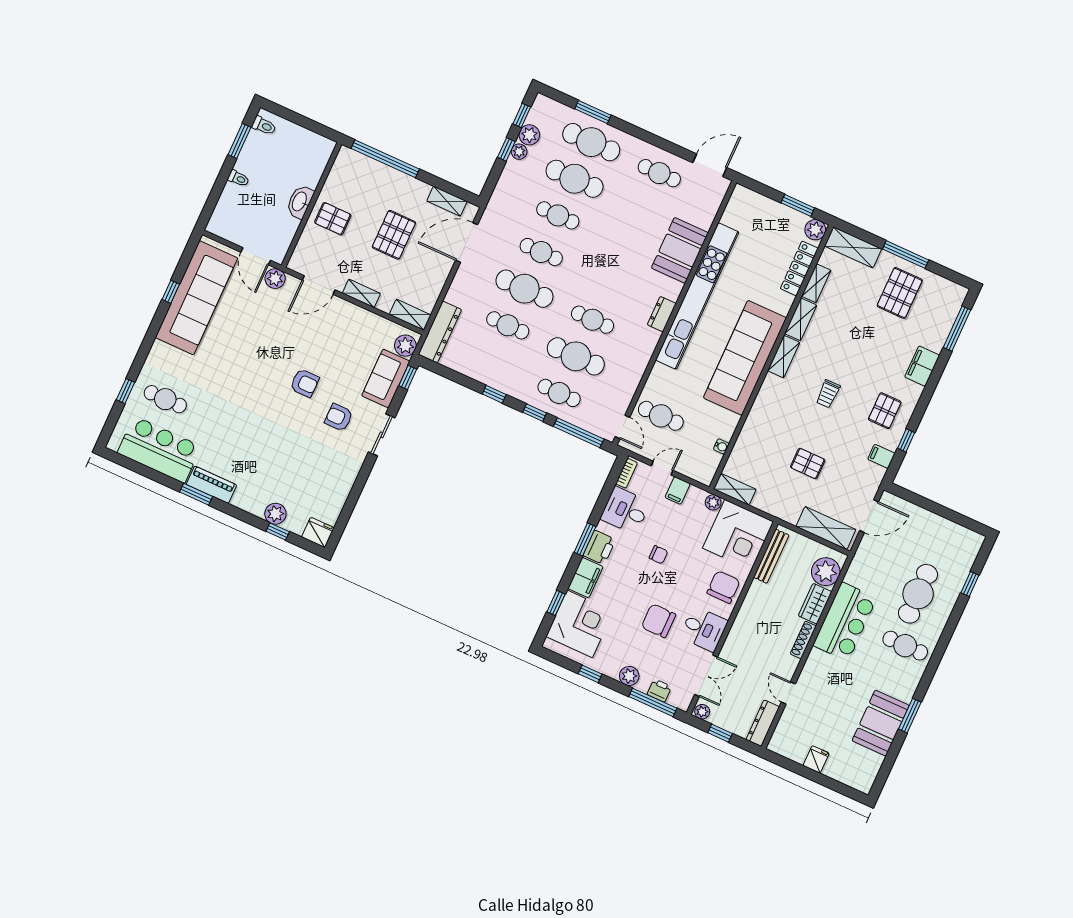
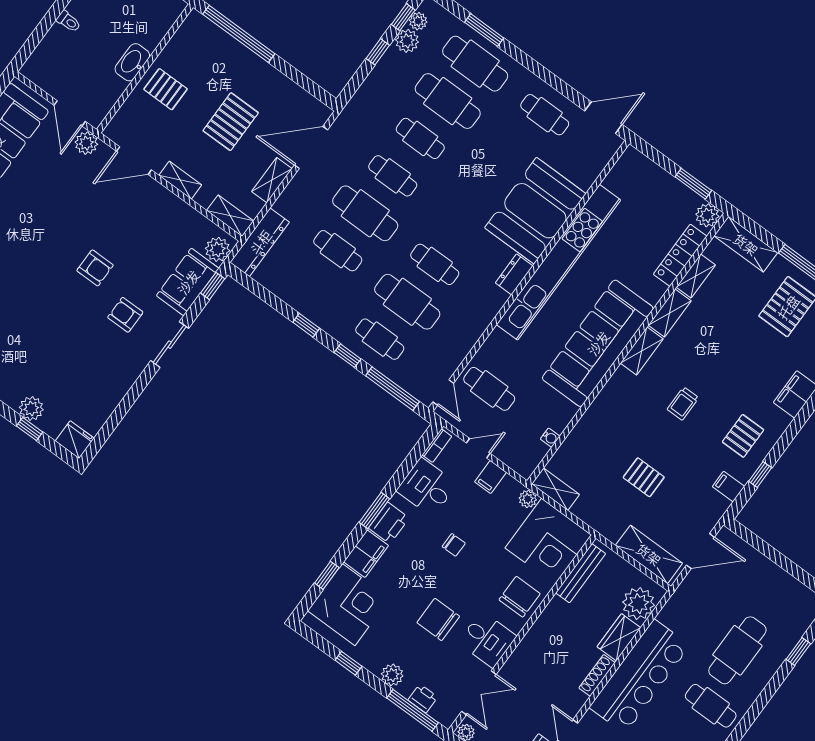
plant: (519, 152) -> (418, 21), moved
shelving: (447, 201) -> (272, 180), moved, turned 90
booth: (680, 250) -> (535, 211), width x1.36, depth x1.42
bar counter: (845, 622) -> (640, 676), width x1.36

